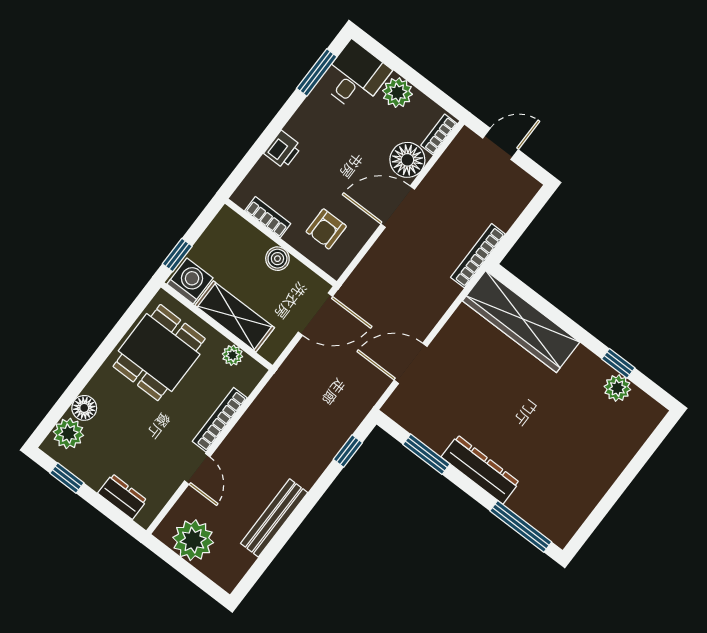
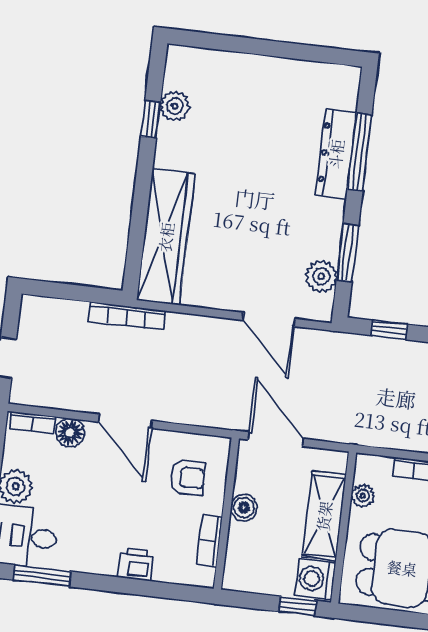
floor lamp: (407, 160) -> (70, 433), width x0.73, depth x0.73
plant: (420, 423) -> (321, 277), added
dresser: (480, 470) -> (336, 154), moved
window: (521, 526) -> (360, 152), moved

